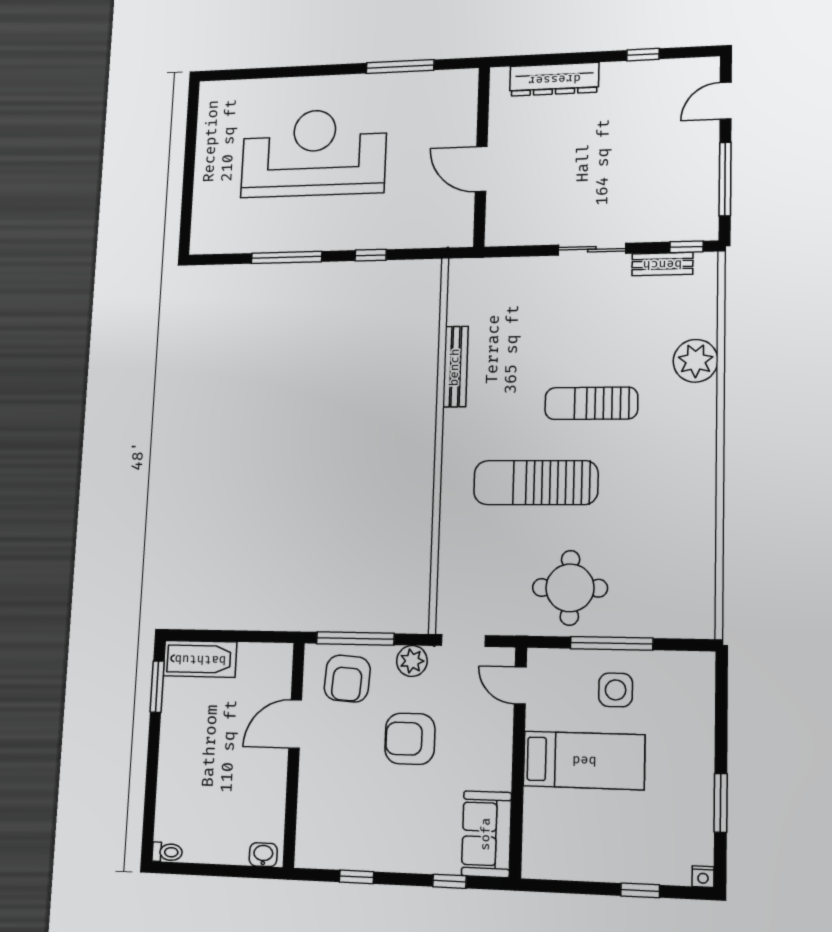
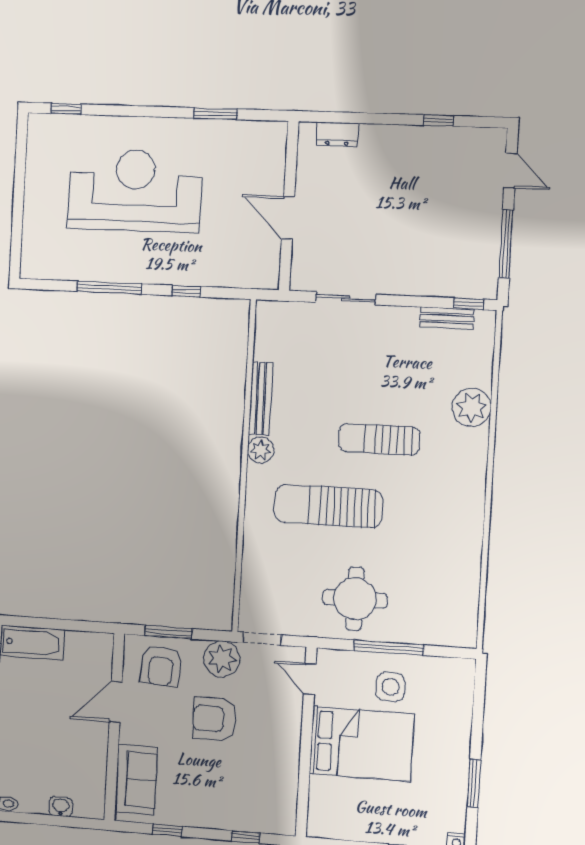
window: (400, 67) -> (216, 114), width x0.69
window: (240, 74) -> (66, 109), added
dresser: (554, 79) -> (337, 134), width x0.51, depth x0.80
door: (726, 101) -> (510, 171), swing flipped
sliding door: (592, 249) -> (346, 298), moved
plant: (457, 424) -> (261, 450), added
window: (355, 638) -> (168, 632), width x0.69
plant: (412, 661) -> (222, 659), width x1.36, depth x1.36
bed: (584, 760) -> (362, 744), width x1.50
sofa: (486, 834) -> (136, 779), moved, turned 180
washbasin: (263, 855) -> (61, 807), moved

